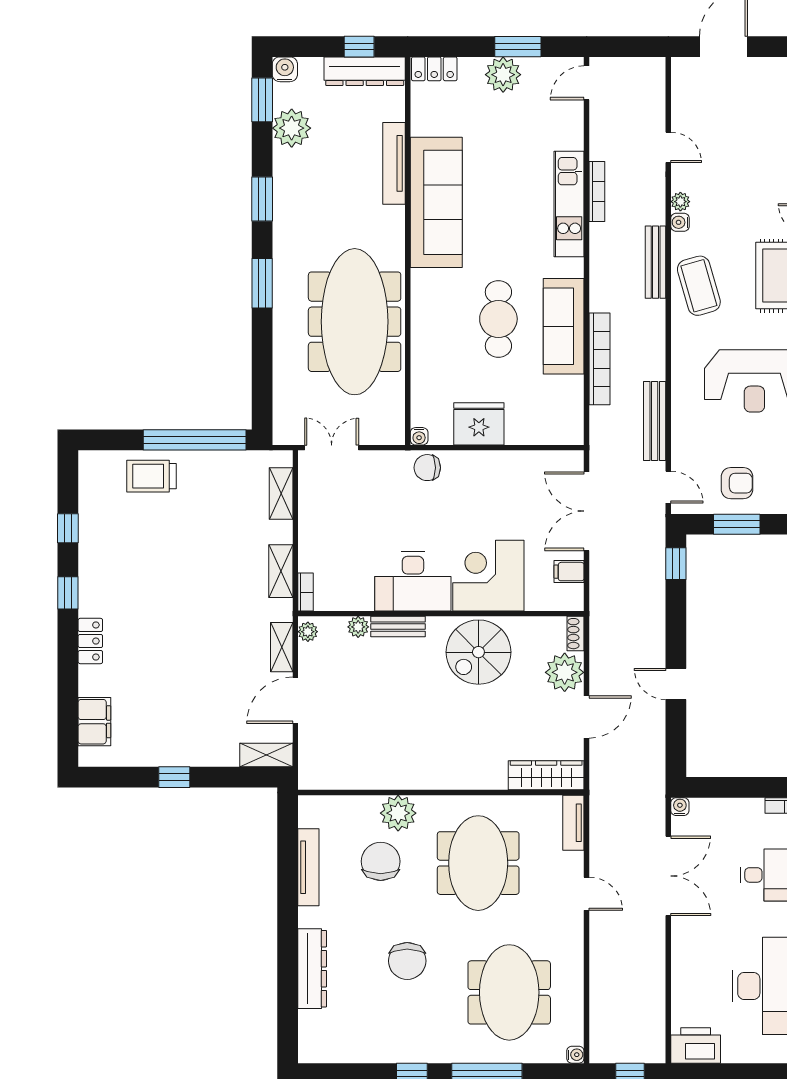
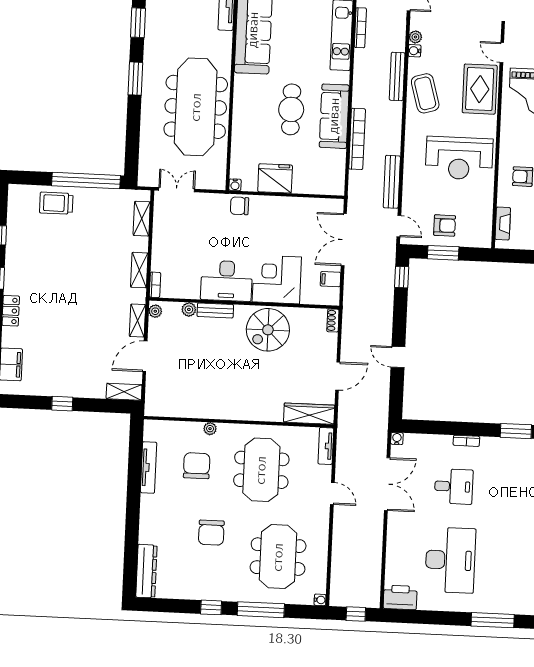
plant: (565, 672) -> (324, 346), removed
plant: (398, 813) -> (210, 429), width x0.53, depth x0.53
dresser: (312, 969) -> (146, 571), moved

